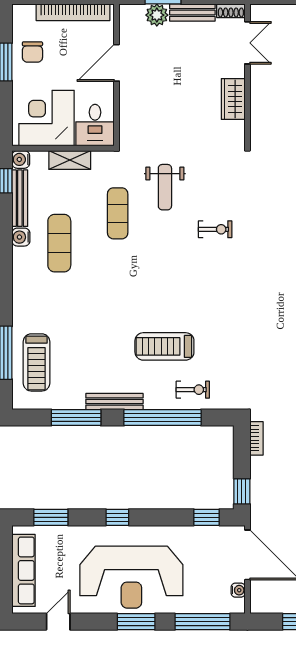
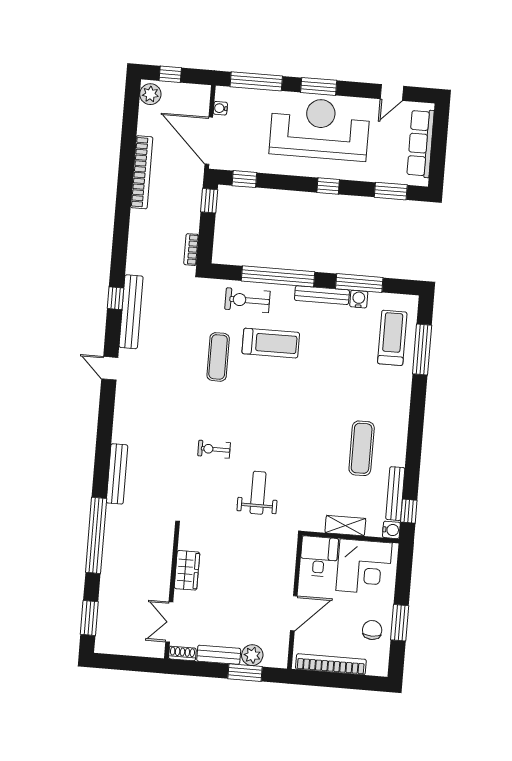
exercise mat: (118, 213) -> (218, 357), moved
water cooler: (21, 237) -> (359, 299), moved, turned -90
exercise bike: (193, 390) -> (247, 300), width x1.38, depth x1.39

